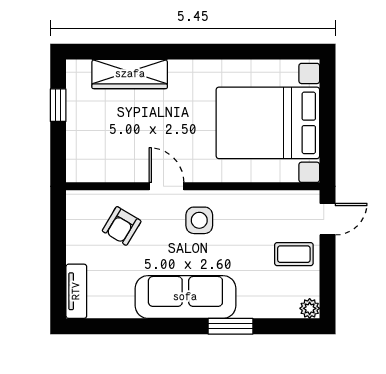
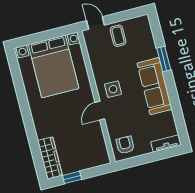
wardrobe: (130, 74) -> (50, 158), moved
armchair: (122, 226) -> (125, 145), moved, turned -121
plant: (310, 308) -> (144, 20), removed

